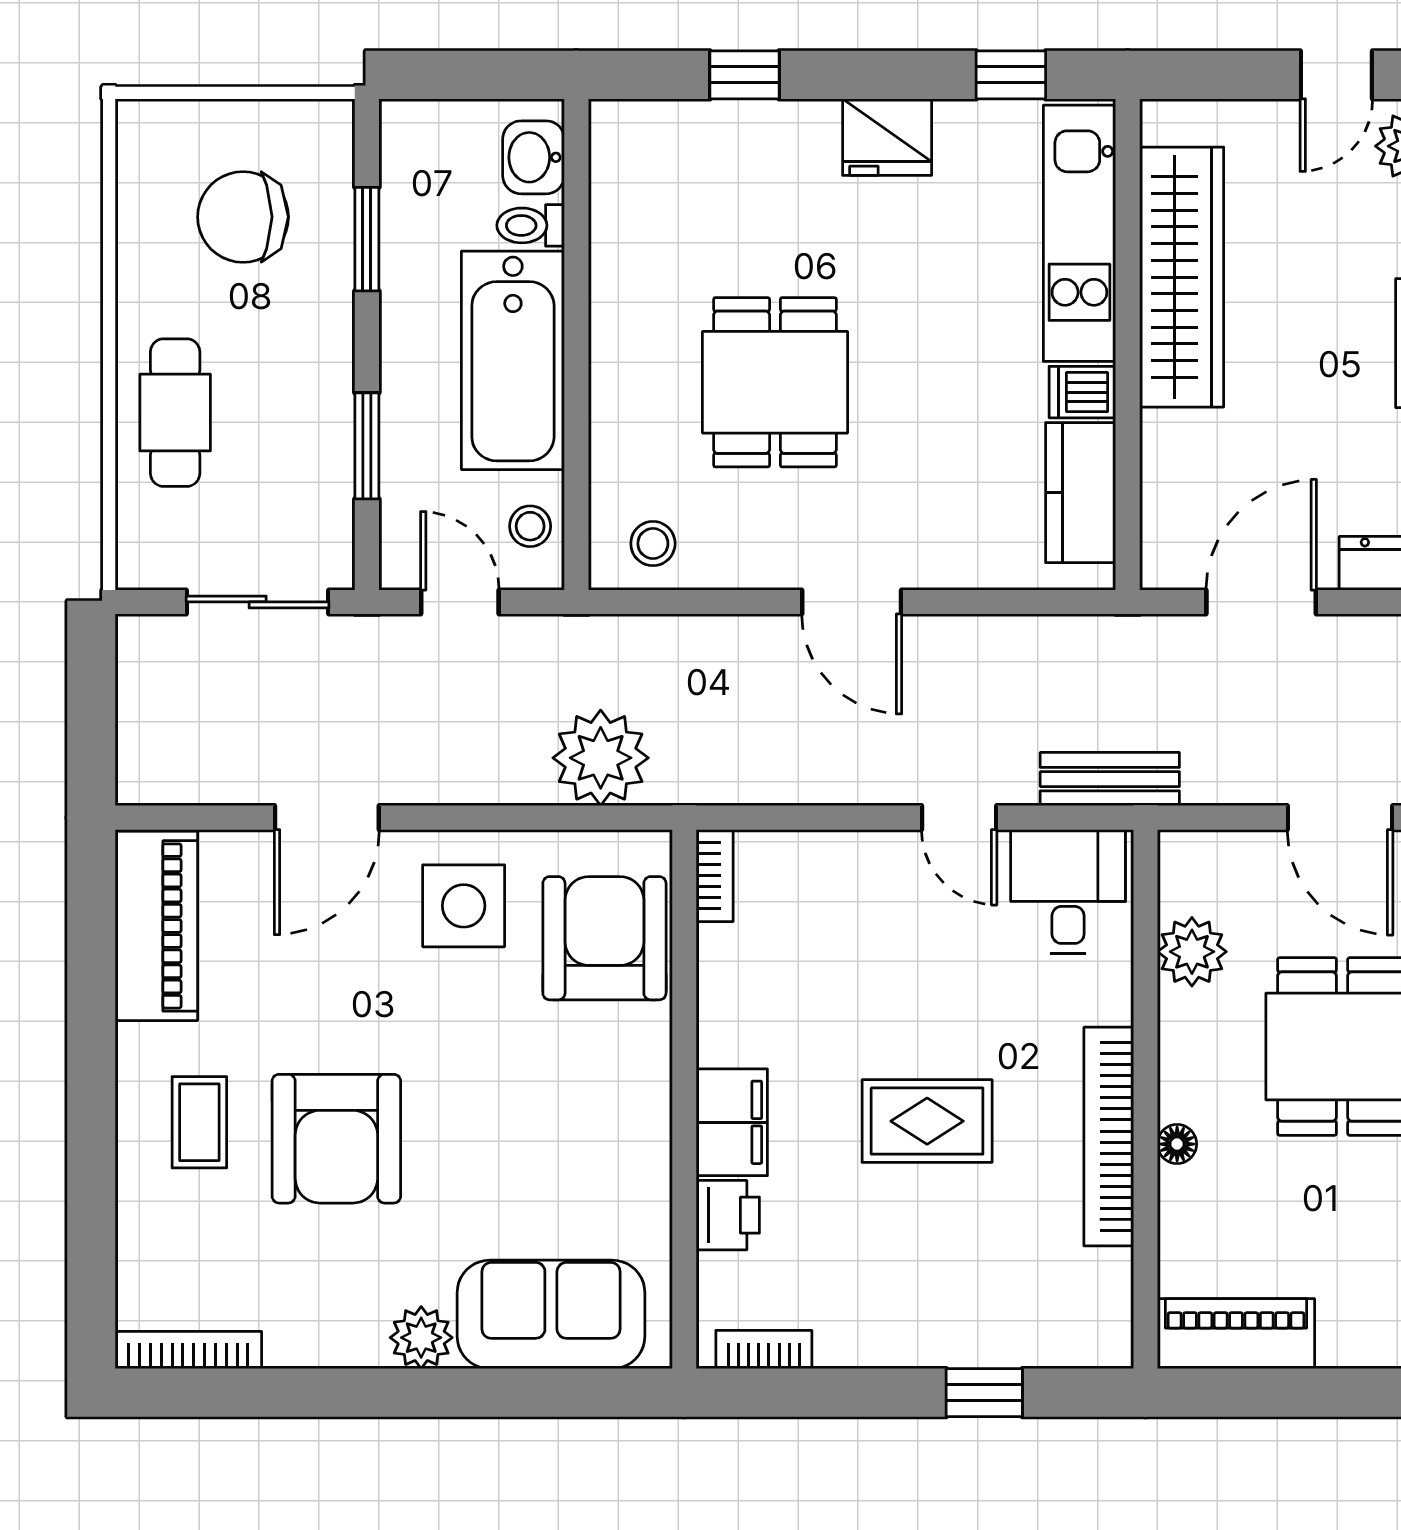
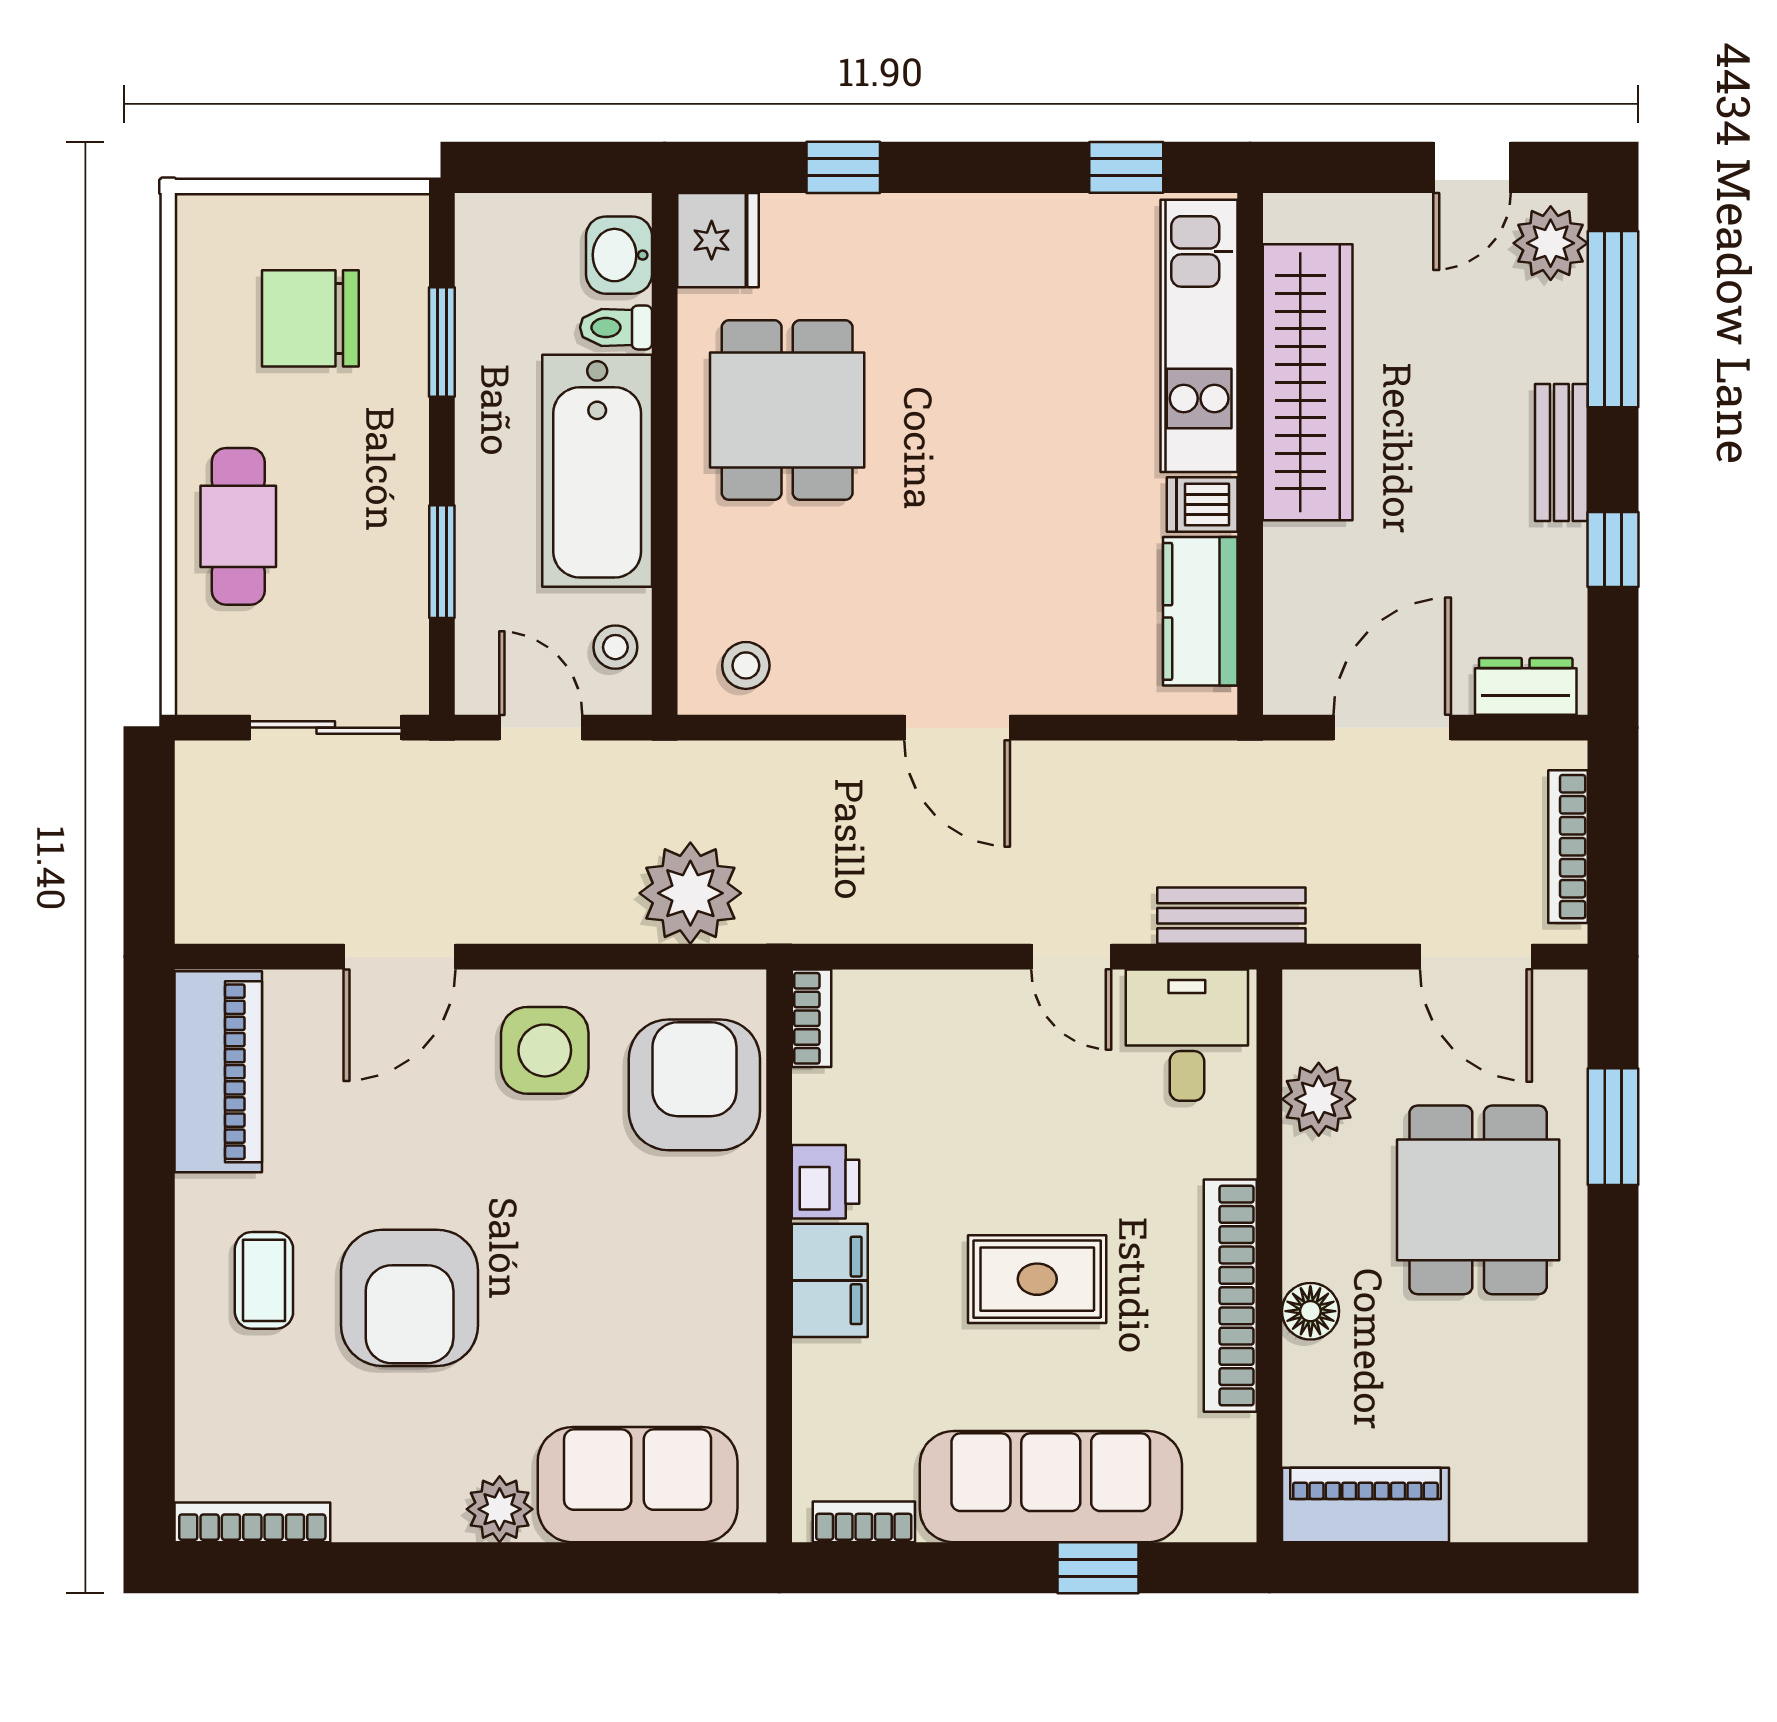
fridge: (887, 137) -> (718, 240), moved, turned -90
dining table: (775, 382) -> (787, 410), moved
floor lamp: (1177, 1144) -> (1310, 1311), width x1.37, depth x1.37
printer: (728, 1215) -> (825, 1182), moved
sofa: (940, 1316) -> (1051, 1487), added

